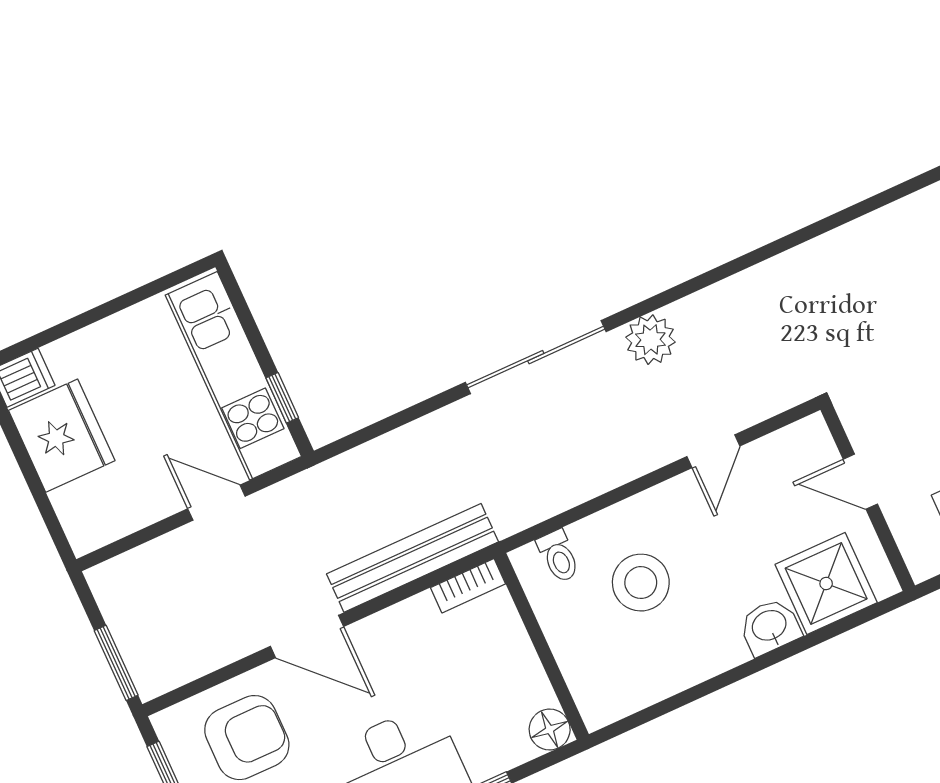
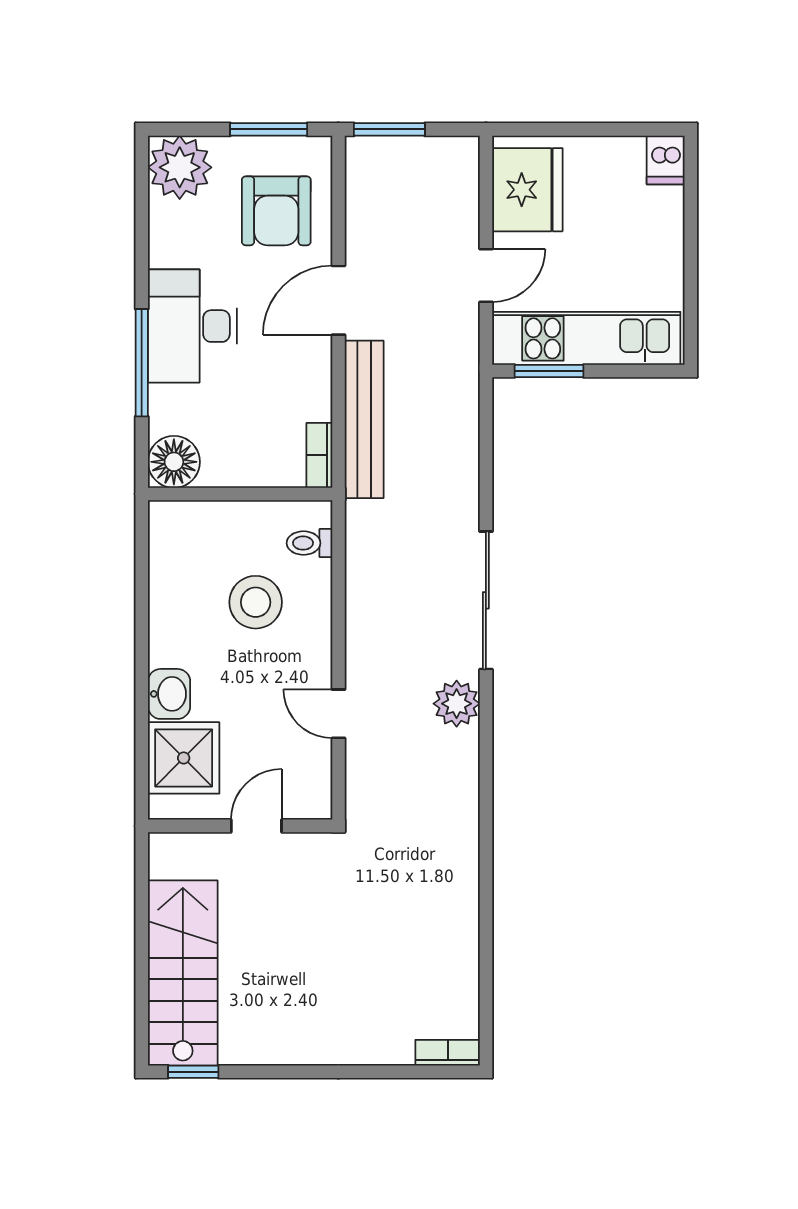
window: (282, 398) -> (549, 371), width x1.50
fridge: (62, 436) -> (527, 190), moved, turned -90
floor lamp: (550, 730) -> (174, 462), width x1.38, depth x1.38

